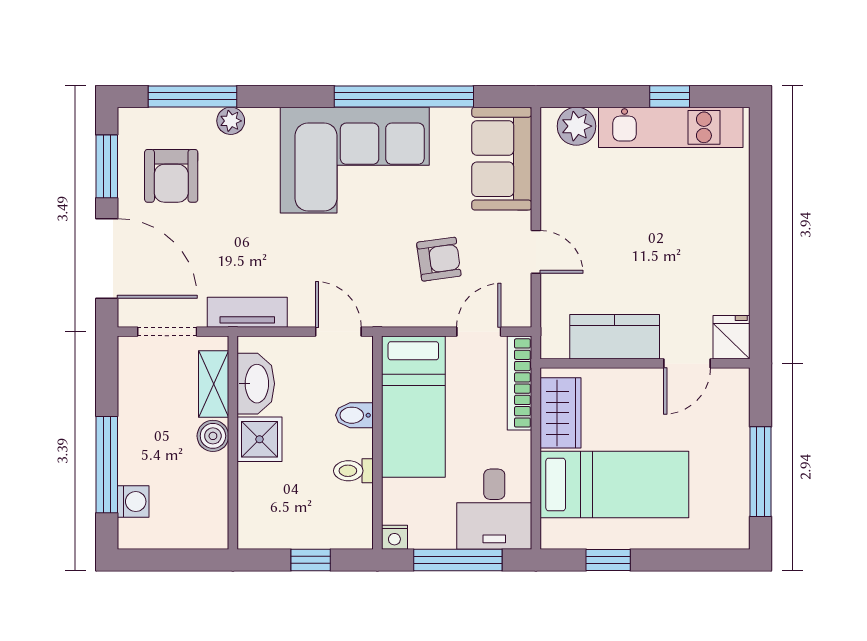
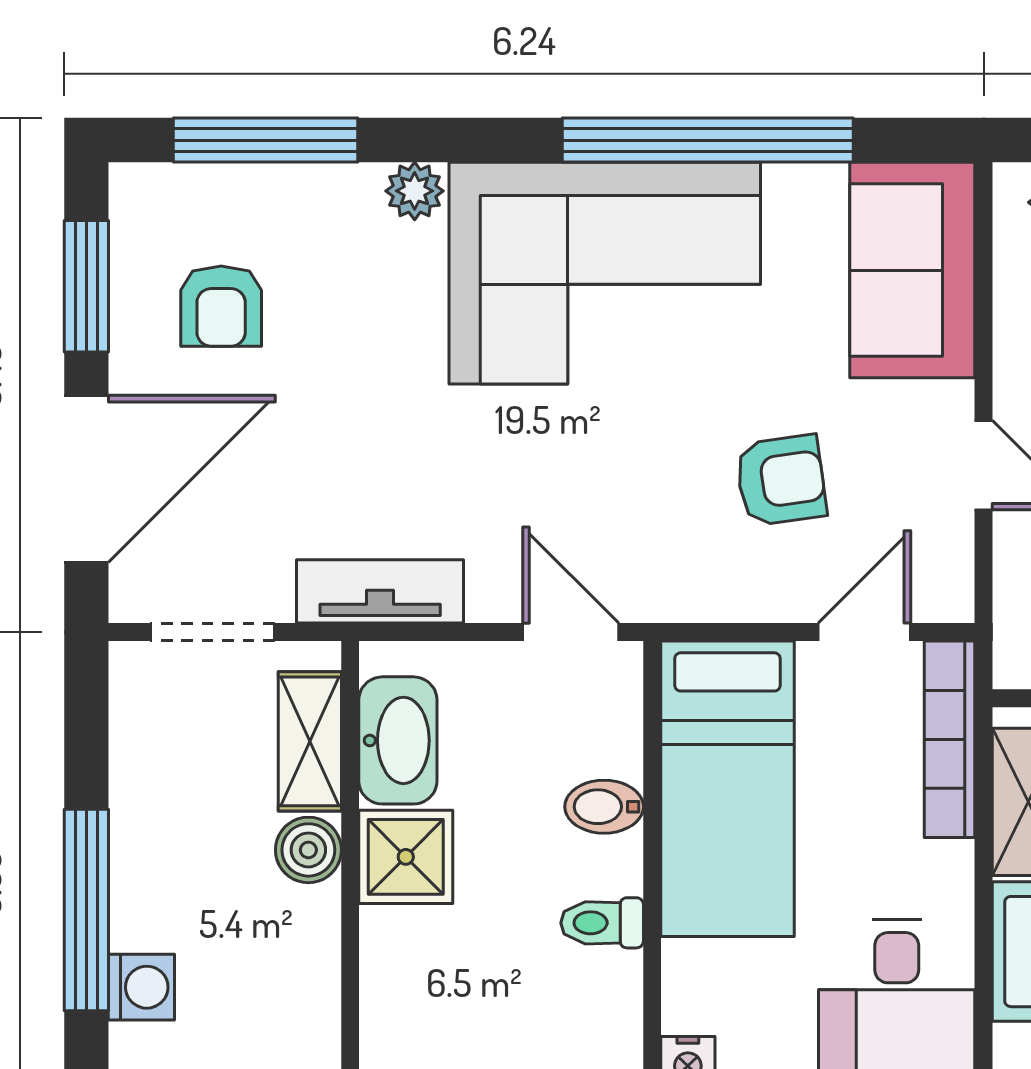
plant: (231, 121) -> (415, 191), moved
armchair: (171, 176) -> (221, 306), width x0.72, depth x0.72
door: (107, 258) -> (86, 479), hinge flipped

